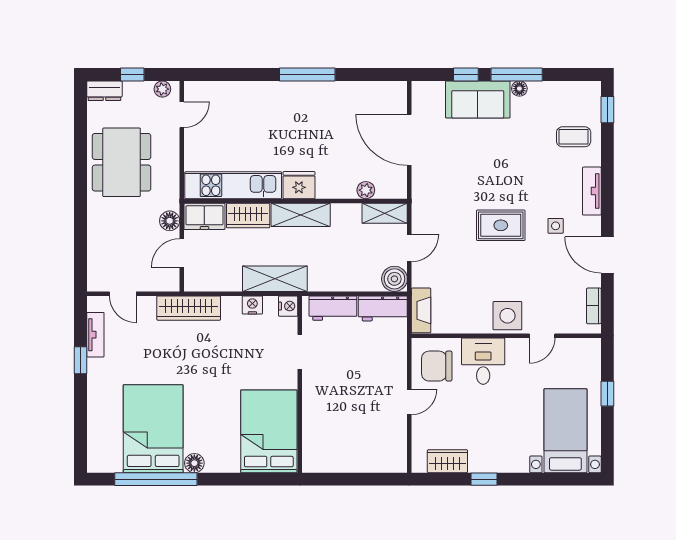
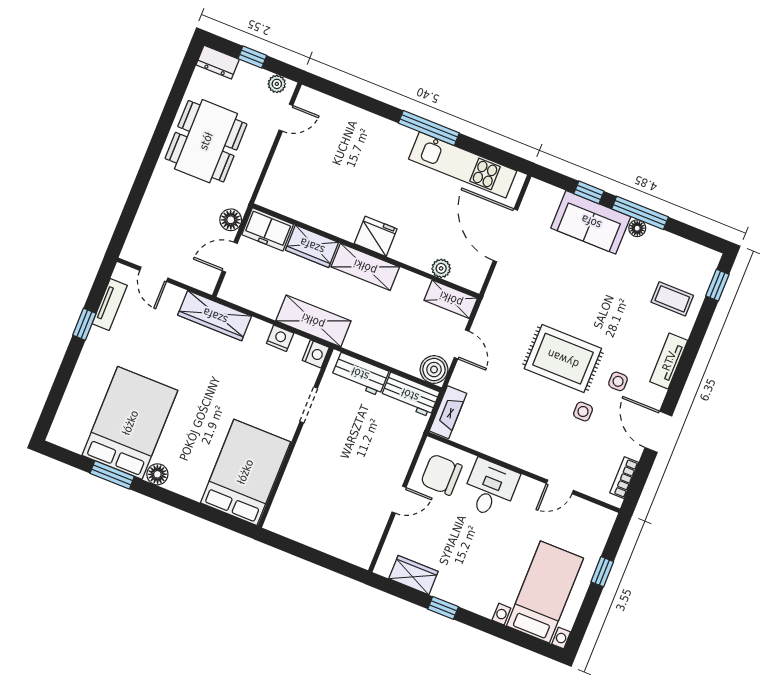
kitchen unit: (233, 185) -> (463, 165), moved, turned 180
rug: (501, 225) -> (563, 359), width x1.36, depth x1.43
door: (409, 248) -> (461, 344), hinge flipped
side table: (507, 316) -> (583, 412), moved, width x0.54, depth x0.54
window: (156, 479) -> (112, 475), width x0.47

